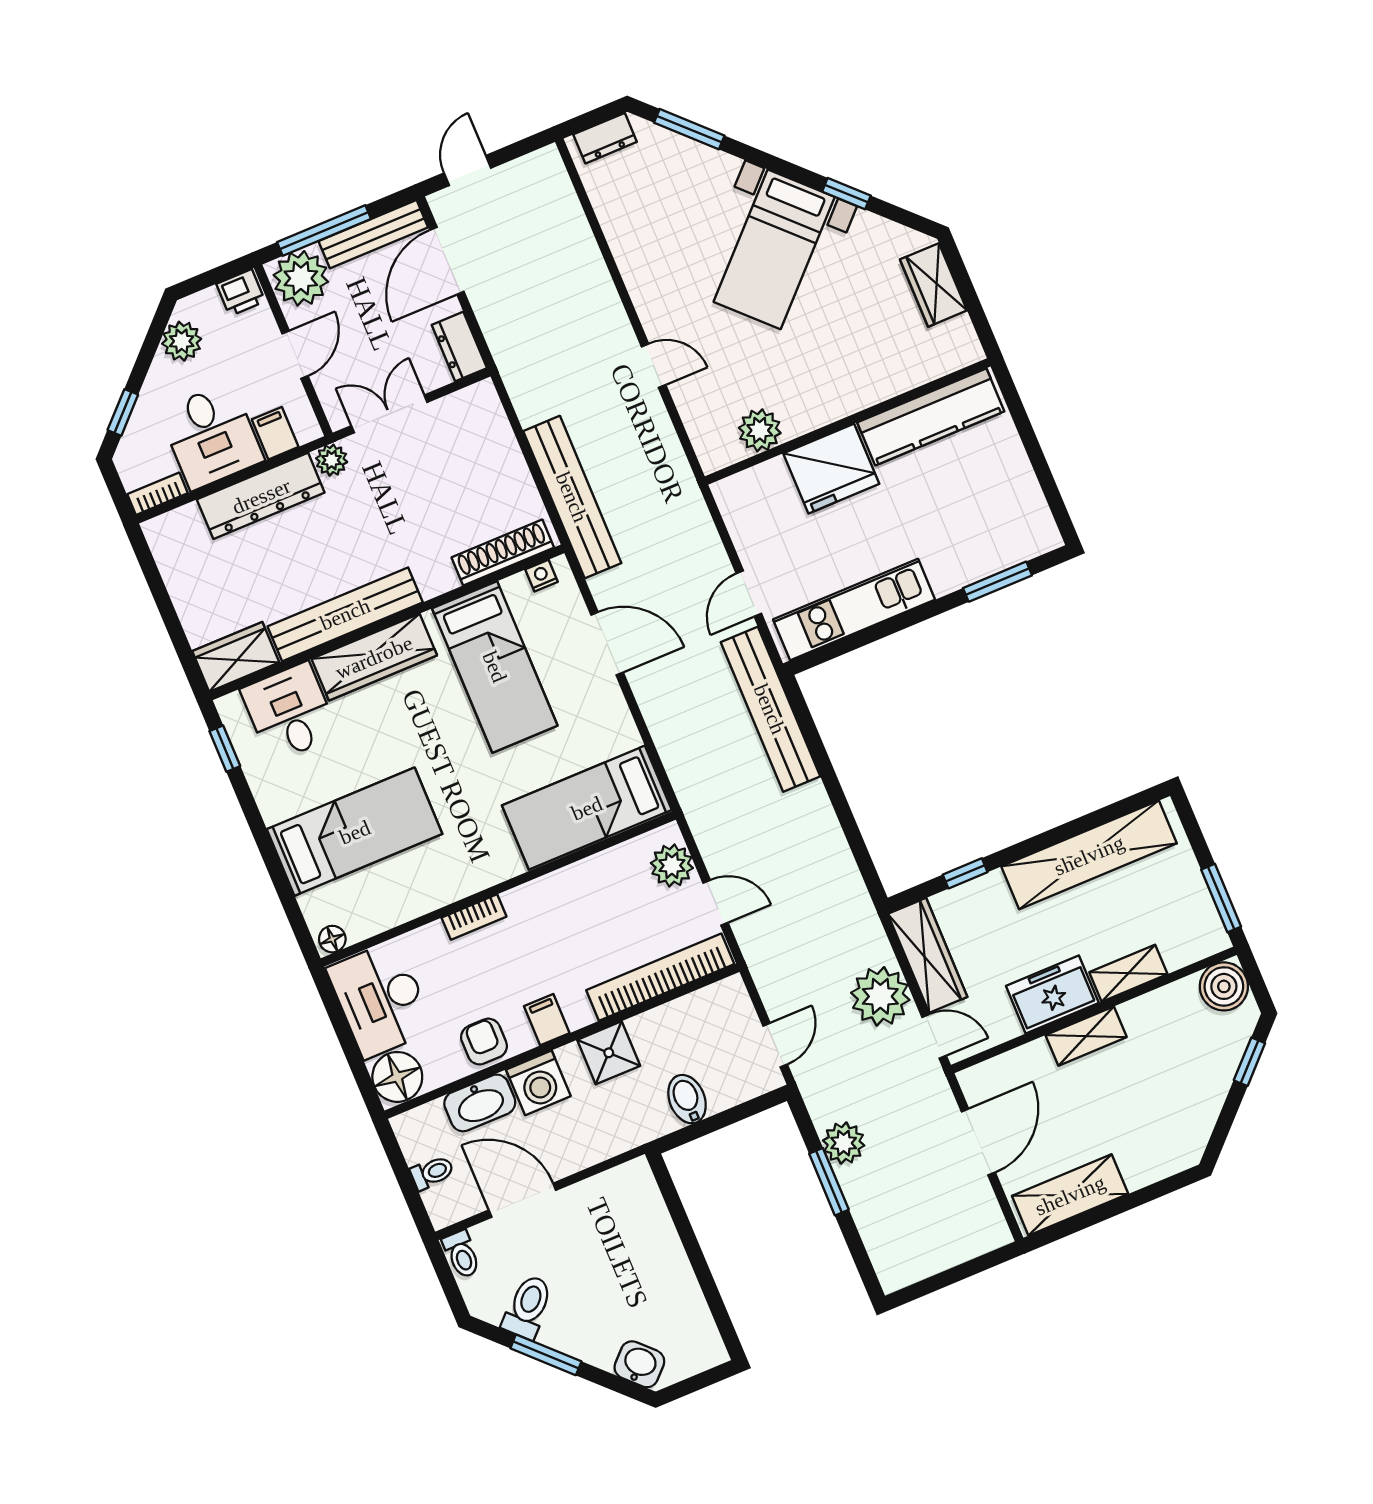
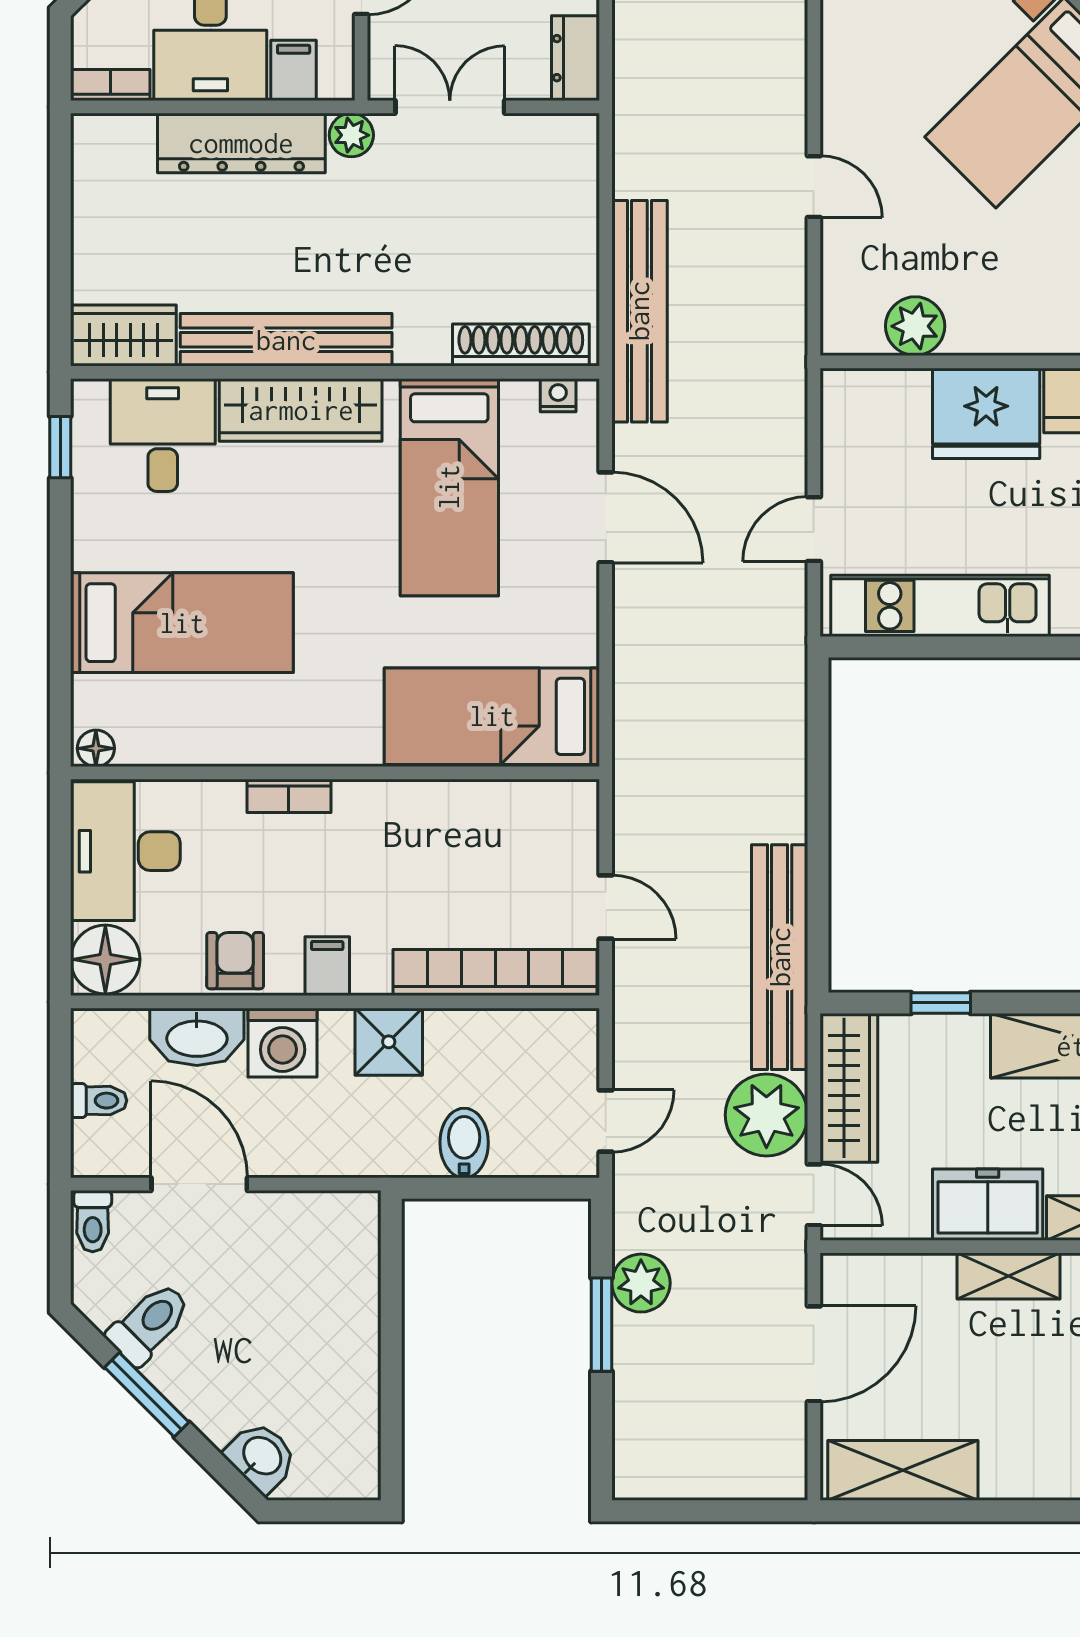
bench: (770, 709) -> (780, 957), moved
plant: (672, 865) -> (570, 836), removed

